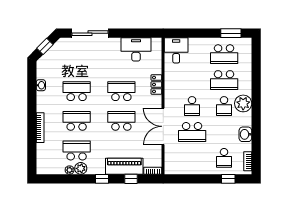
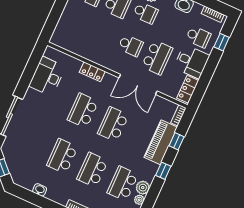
desk: (176, 50) -> (192, 62), moved, turned 180
locker: (177, 169) -> (188, 89), added

